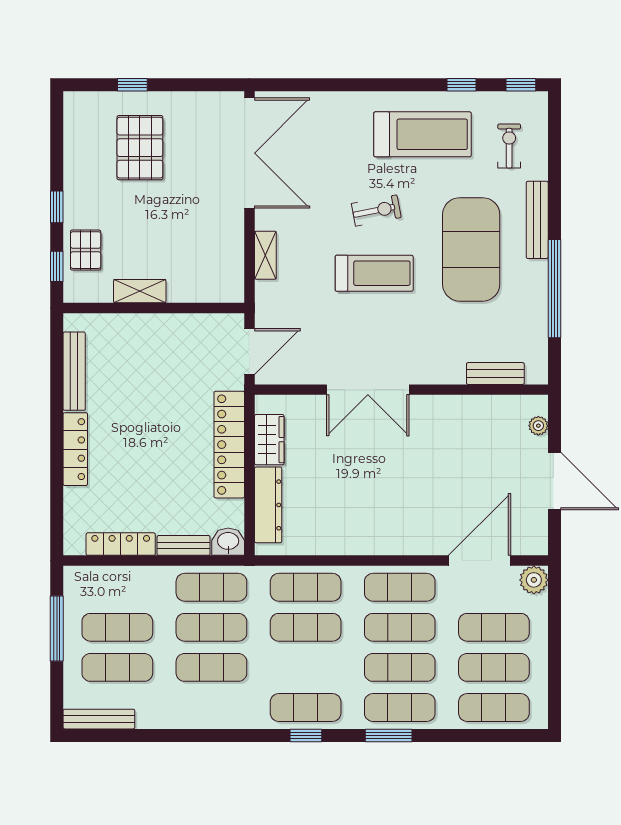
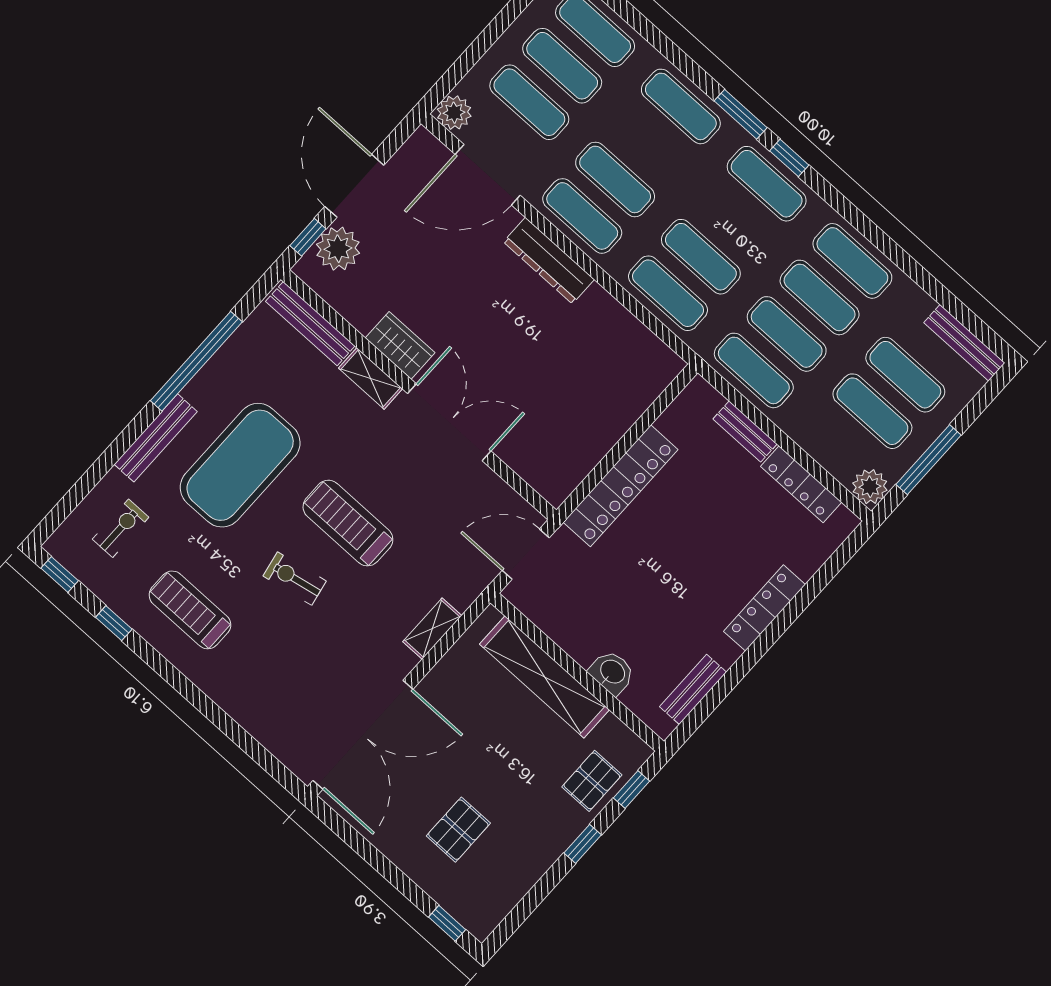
window: (132, 85) -> (447, 923), moved
treadmill: (422, 134) -> (190, 610), width x0.73, depth x0.73
exercise bike: (509, 146) -> (121, 528), turned 180
pallet: (140, 148) -> (458, 830), width x0.67, depth x0.71
double door: (249, 153) -> (363, 735), swing flipped
shelving: (140, 291) -> (544, 677), width x2.20, depth x1.33
bench: (74, 371) -> (693, 689), width x0.73
shelving: (439, 373) -> (371, 378), added
bench: (495, 374) -> (310, 324), width x1.36
window: (554, 425) -> (308, 237), added
plant: (538, 426) -> (338, 249), width x1.87, depth x1.87
wardrobe: (269, 440) -> (400, 345), moved, turned 90
dresser: (268, 505) -> (549, 261), moved, turned -90
washbasin: (228, 542) -> (612, 672), moved, turned 180
plant: (78, 580) -> (870, 487), added
exercise mat: (400, 667) -> (852, 261), moved
window: (389, 735) -> (741, 114), moved

